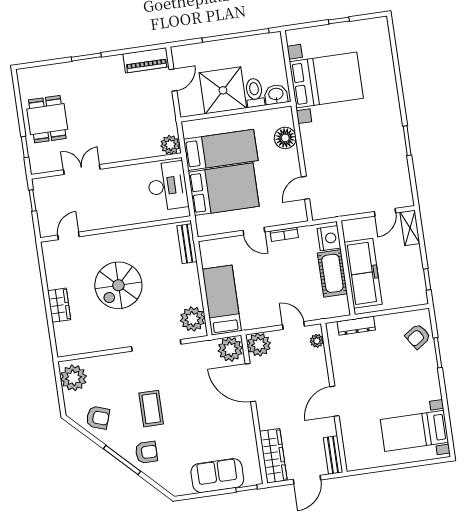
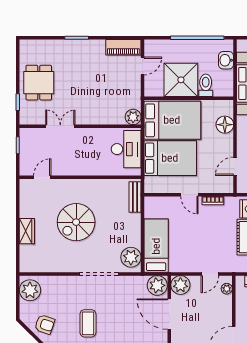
washbasin: (276, 94) -> (226, 60), moved, turned -90
bed: (221, 150) -> (172, 120), width x1.50
door: (293, 326) -> (210, 274), swing flipped

